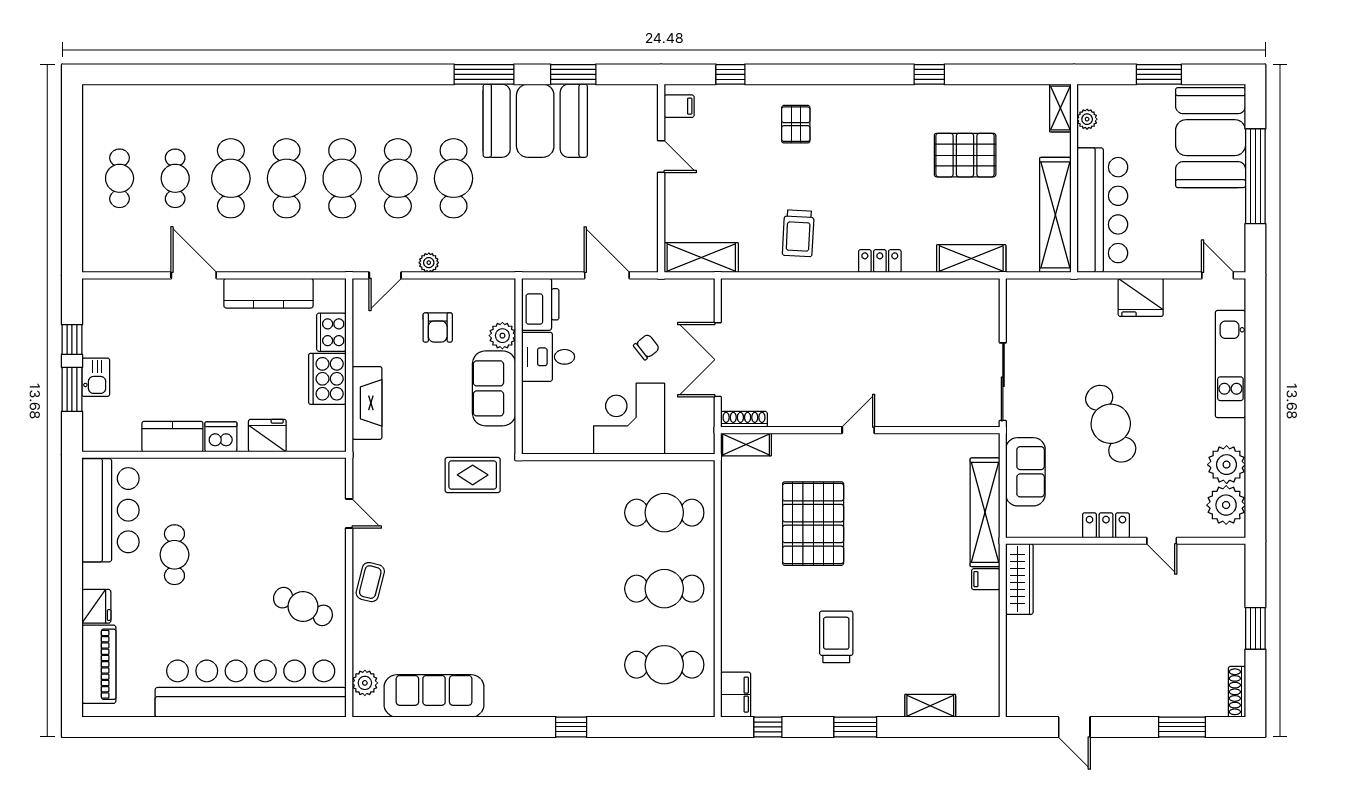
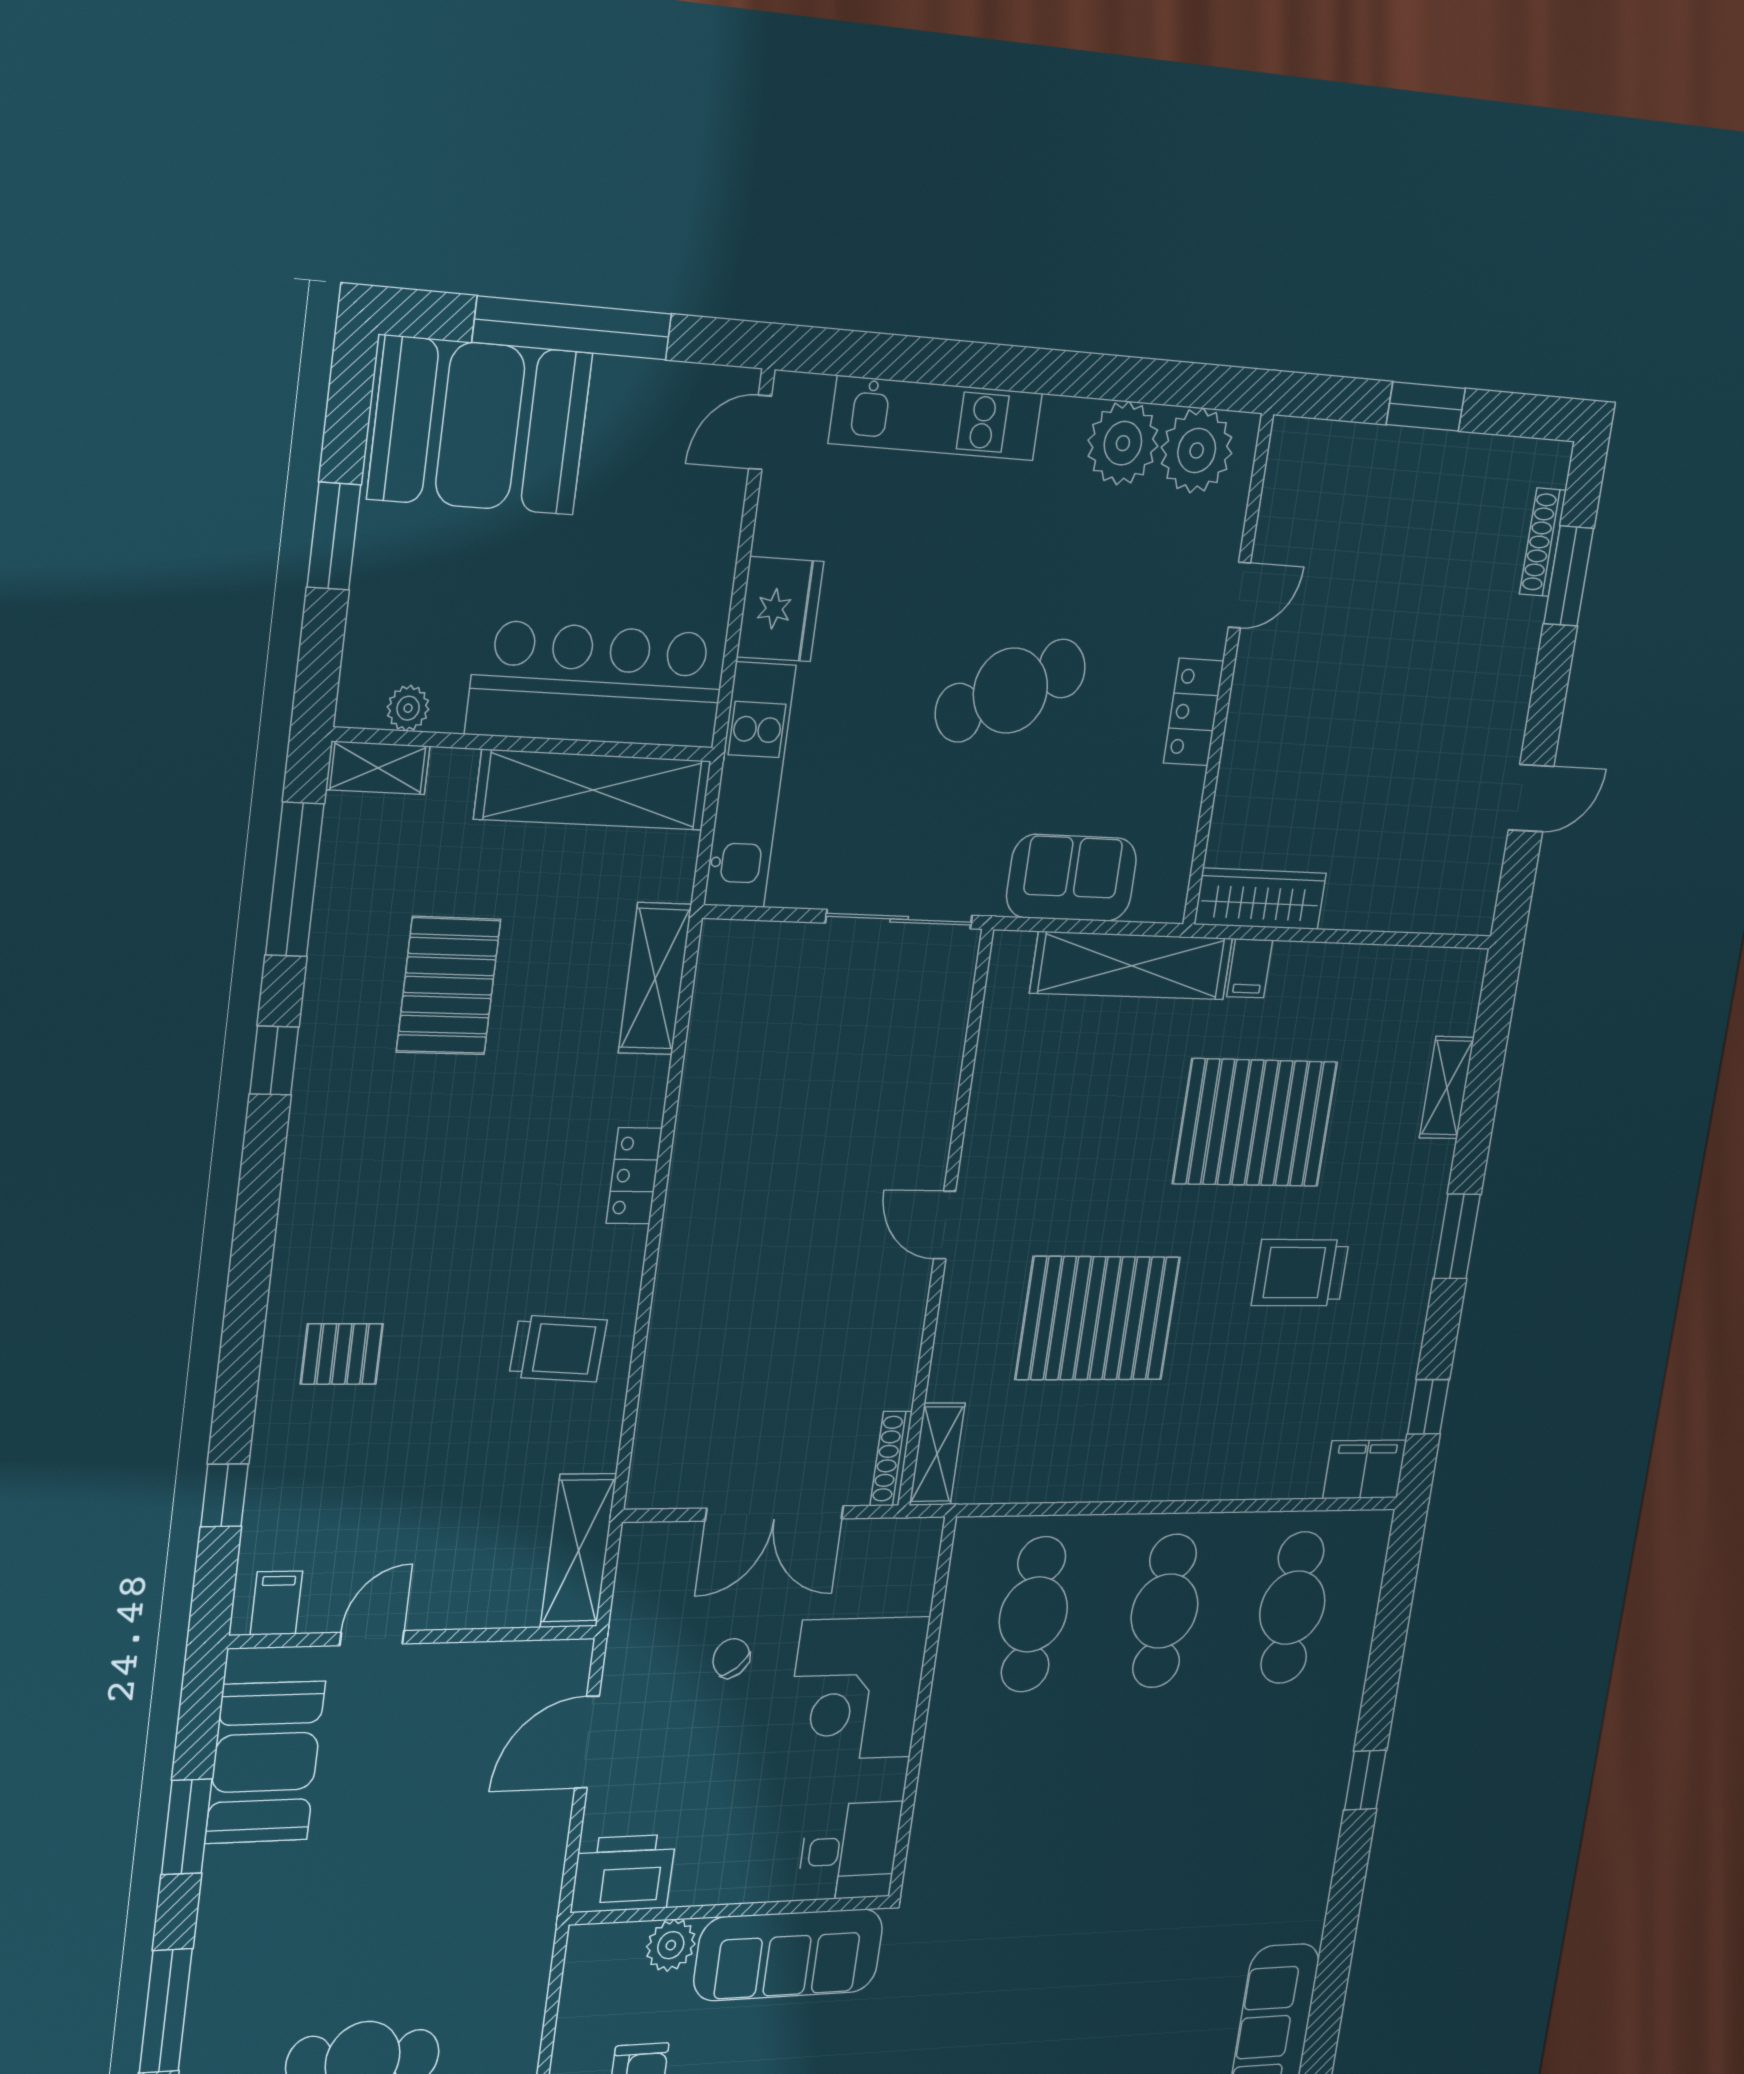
window: (1010, 74) -> (295, 879), added
booth: (535, 121) -> (265, 1762), moved, width x0.73, depth x0.70
kitchen unit: (1061, 294) -> (750, 785), added
desk: (548, 357) -> (849, 1851), moved, turned -90
sofa: (494, 388) -> (789, 1955), width x1.36
rug: (473, 475) -> (912, 1988), removed
pallet: (911, 596) -> (1255, 1123), added
shoe rack: (1237, 692) -> (1543, 542), moved, turned 90

